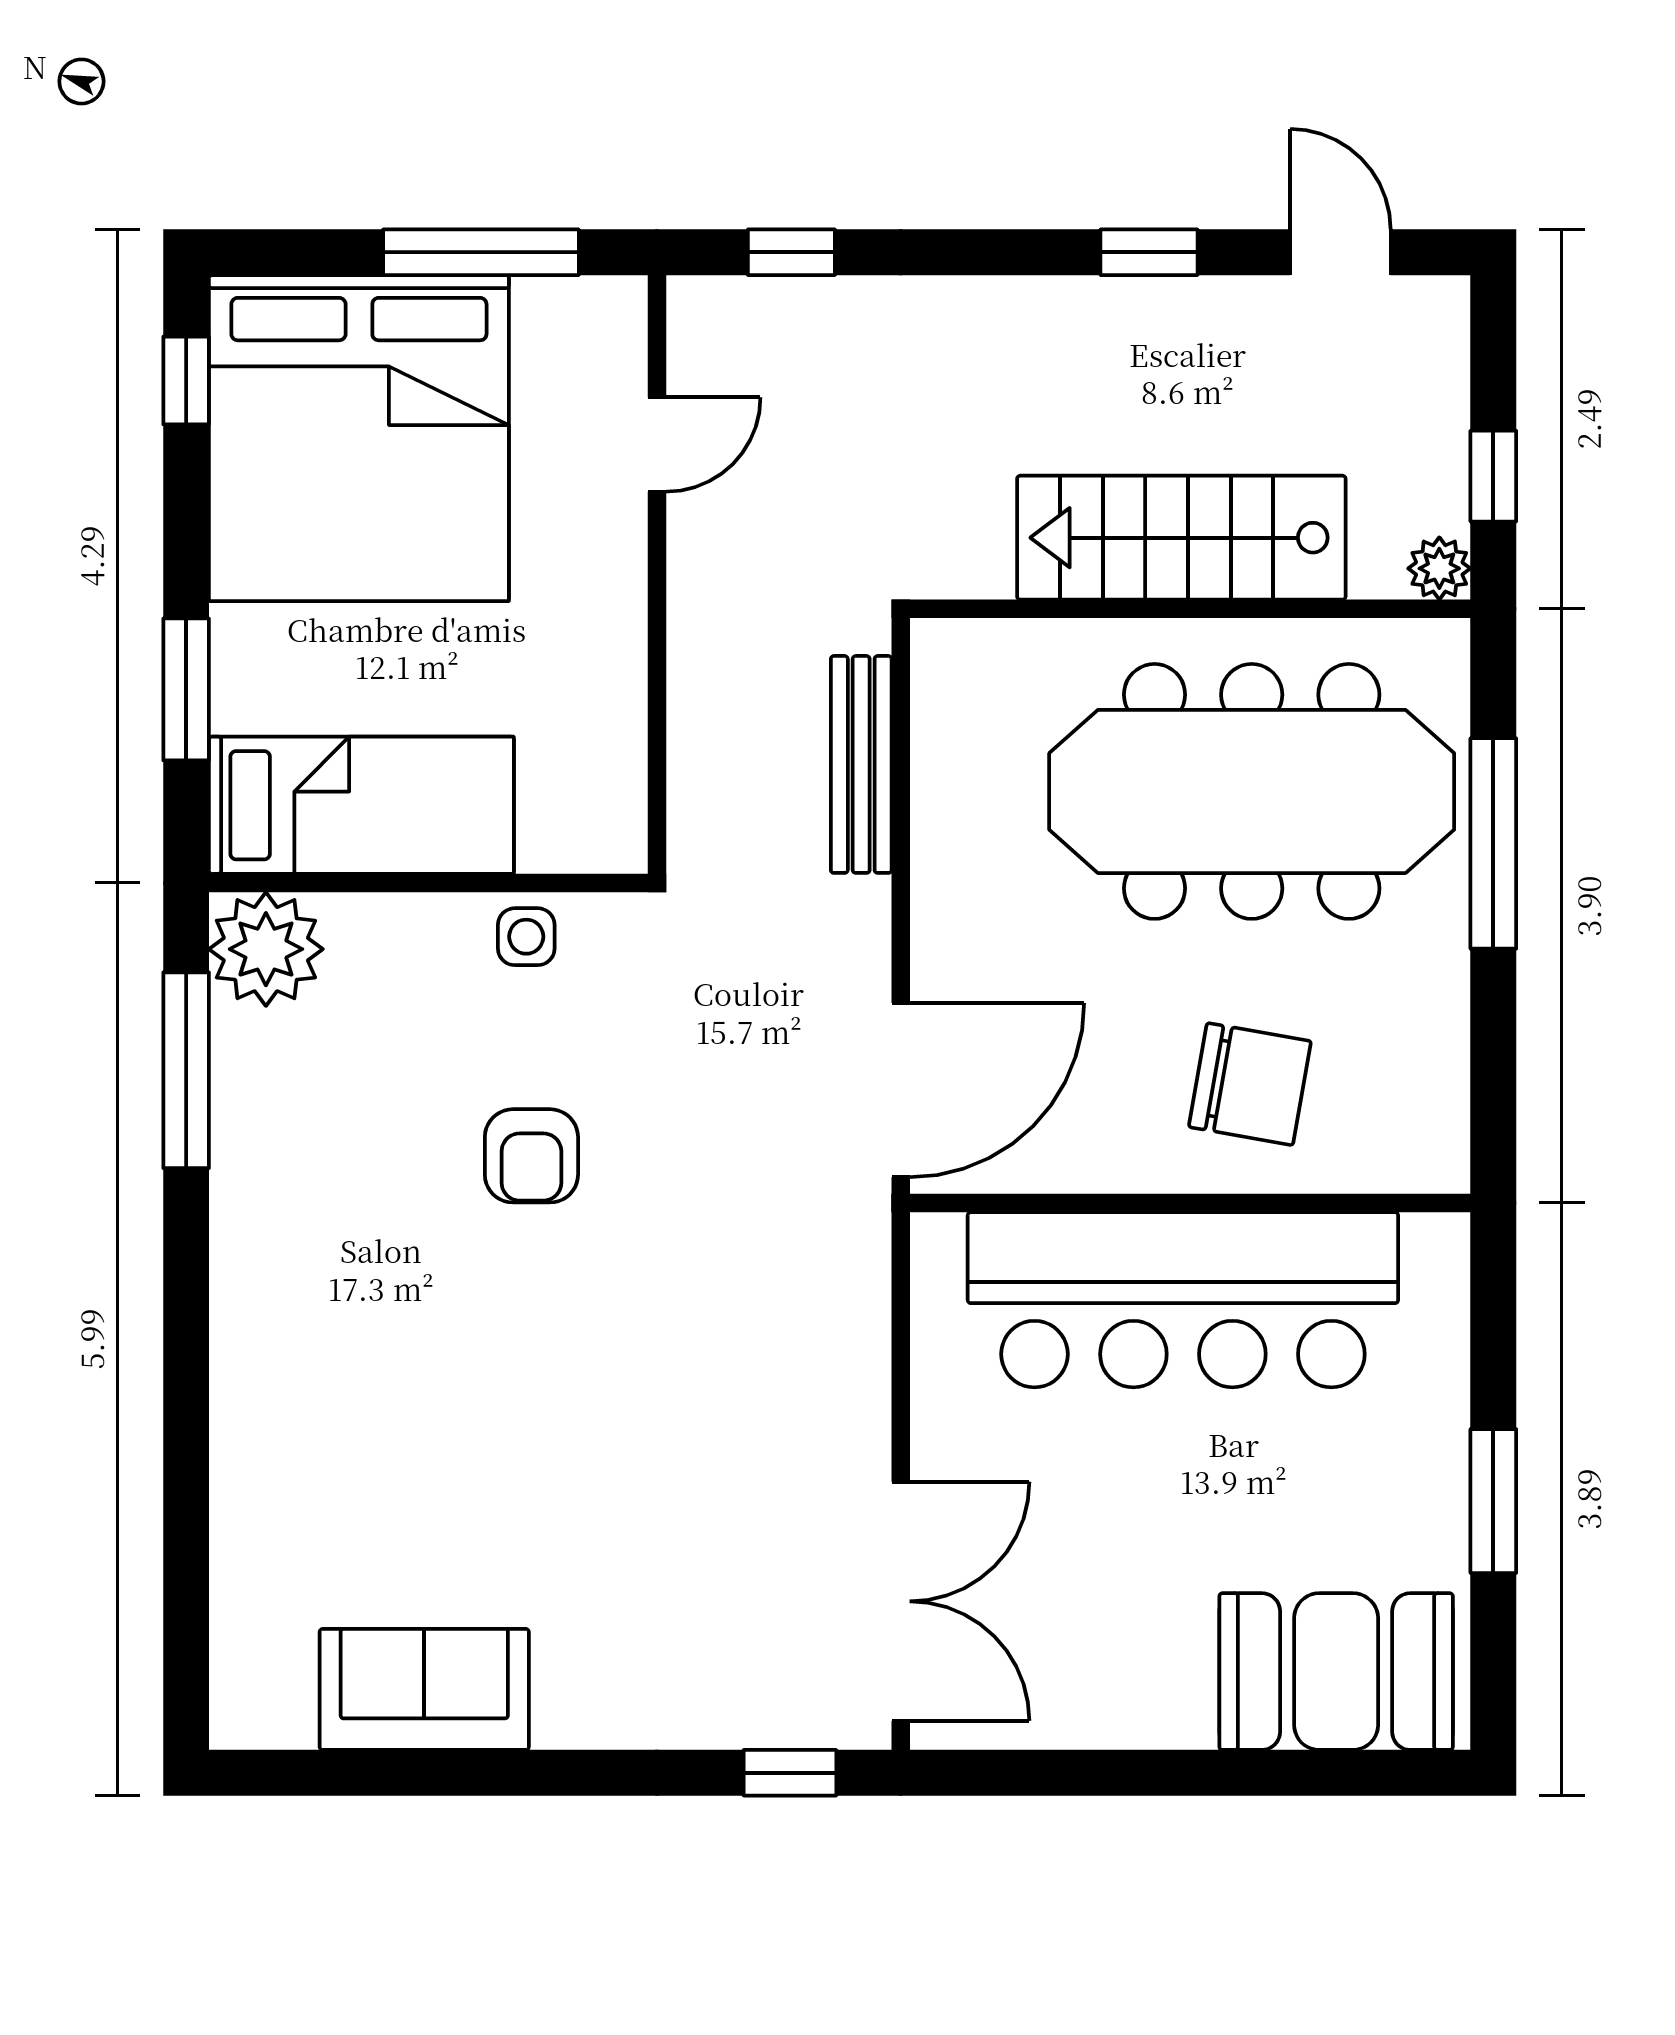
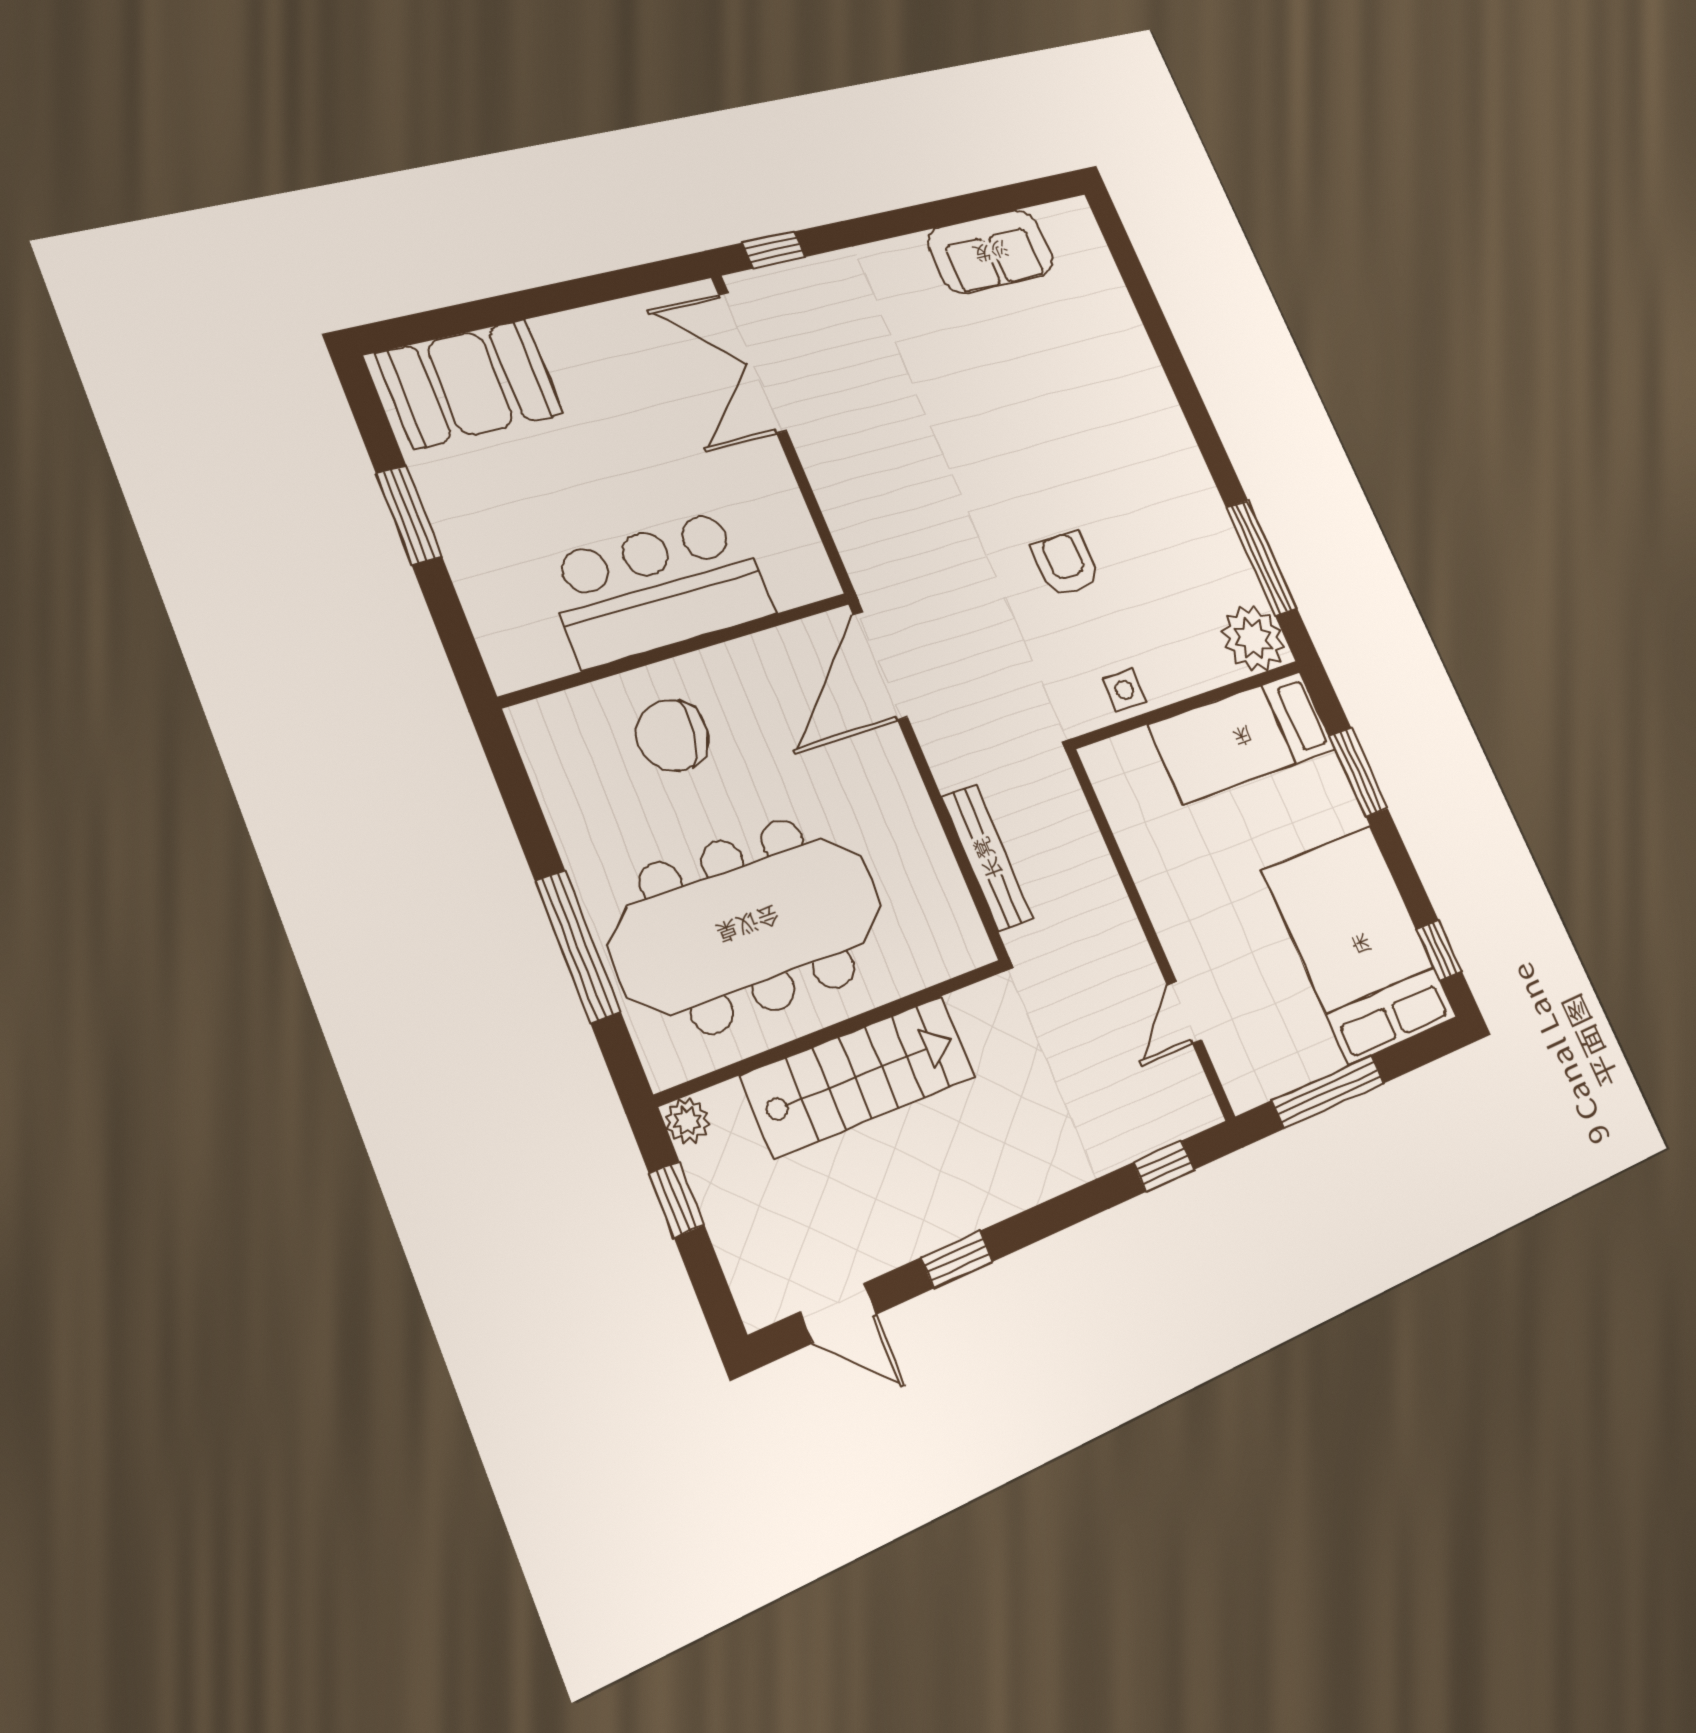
bed: (359, 438) -> (1360, 944), width x0.73
bar counter: (1183, 1300) -> (659, 587), width x0.73

